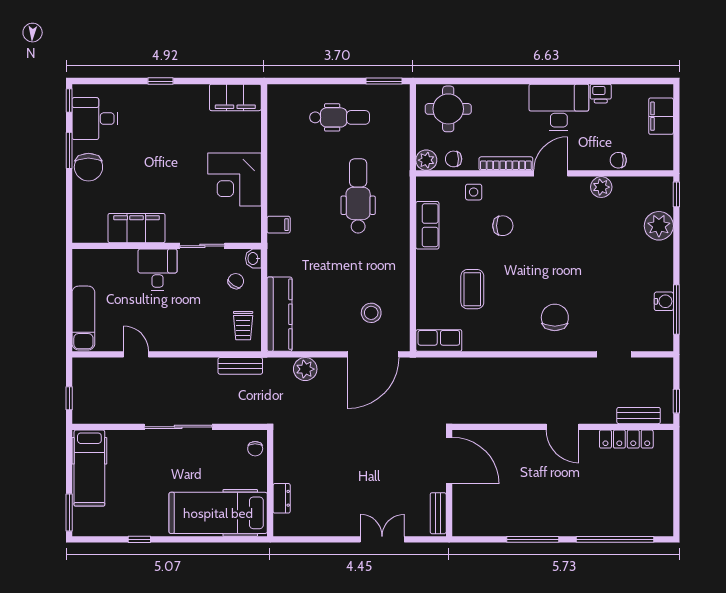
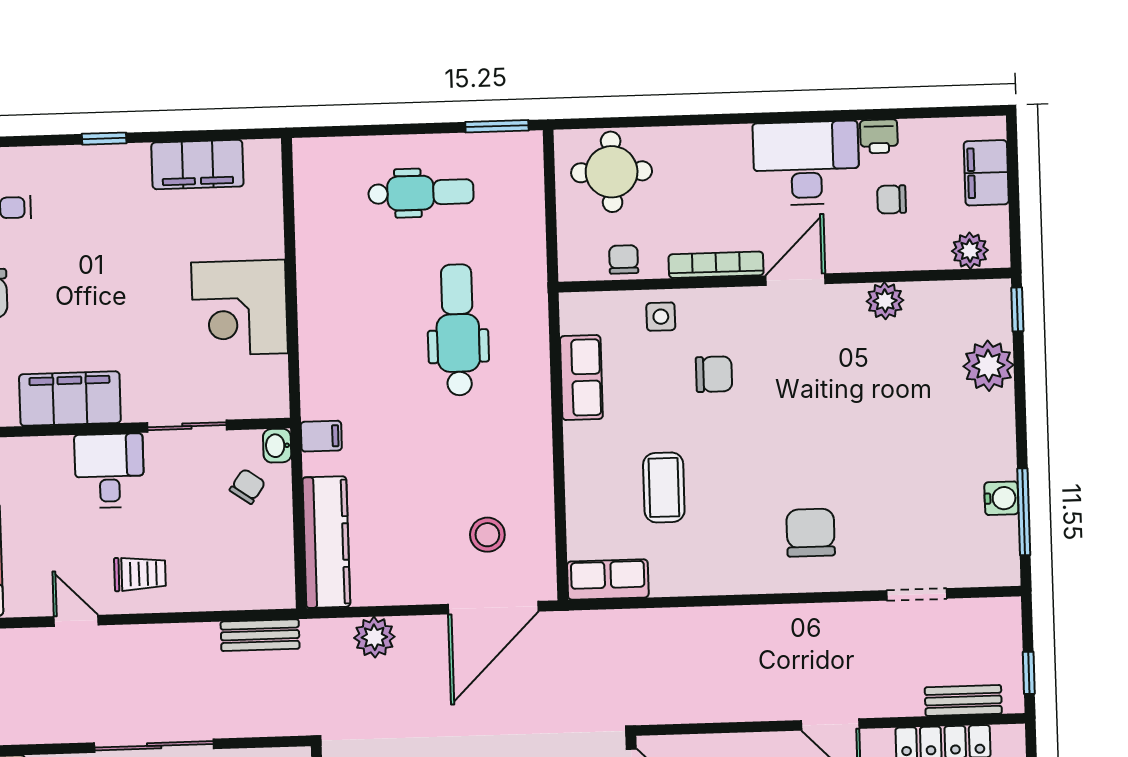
filing cabinet: (235, 97) -> (197, 165), moved
chair: (454, 159) -> (624, 259), turned 91
plant: (426, 160) -> (970, 251), moved
chair: (618, 160) -> (892, 199), moved
filing cabinet: (279, 225) -> (321, 436), moved
trolley: (243, 326) -> (140, 574), moved, turned -90

